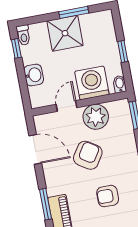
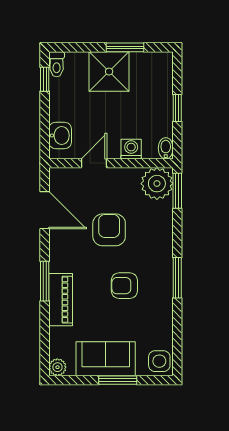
washbasin: (34, 75) -> (60, 135), moved
washing machine: (92, 83) -> (131, 149), width x0.53, depth x0.53
plant: (96, 117) -> (157, 184), moved
armchair: (88, 155) -> (109, 230), turned -33

